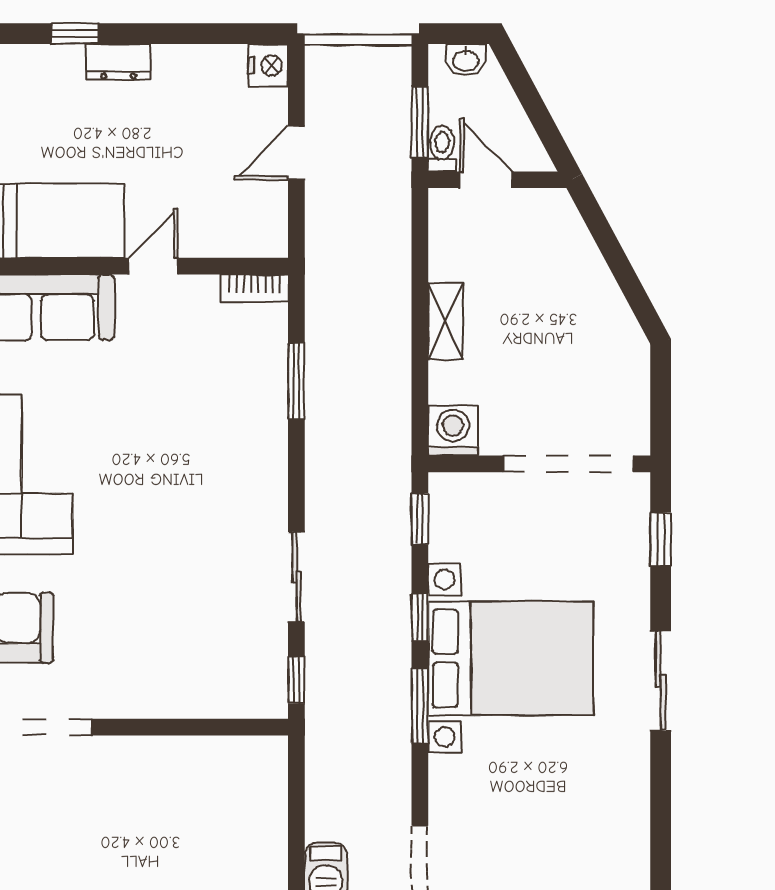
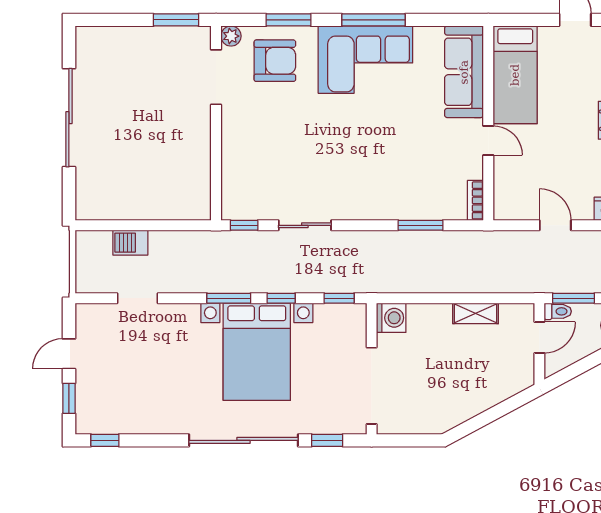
shelving: (446, 321) -> (476, 313), moved
sliding door: (661, 681) -> (244, 440), width x1.86

